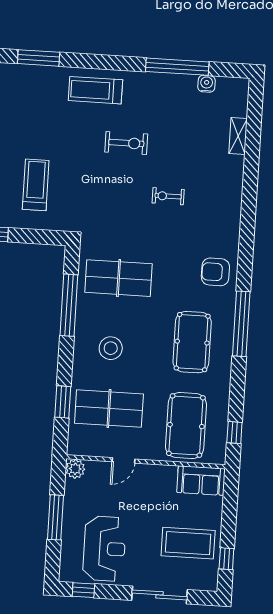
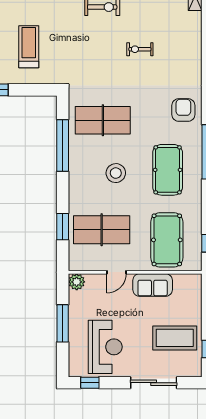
armchair: (215, 272) -> (183, 110), turned 90
stool: (111, 348) -> (116, 173), moved
sofa: (201, 481) -> (153, 285), moved

